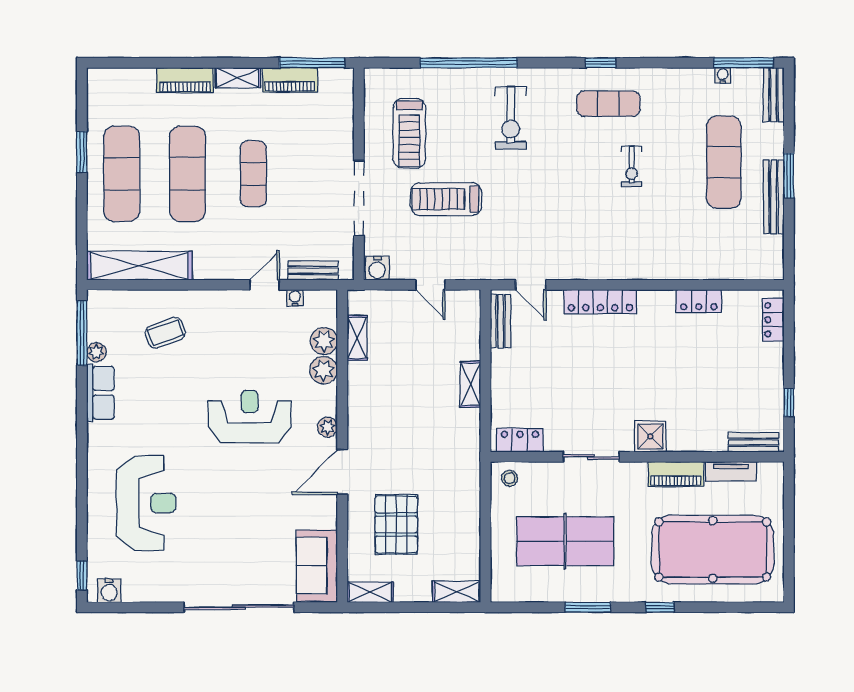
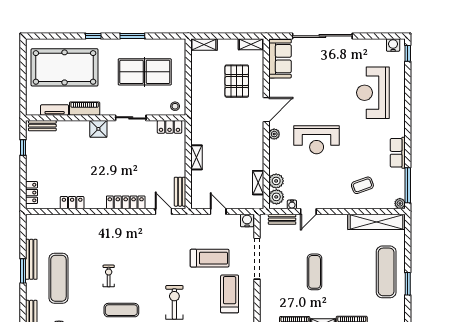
exercise mat: (188, 174) -> (350, 272), removed
plant: (96, 352) -> (400, 203), moved
plant: (324, 370) -> (276, 197), moved

